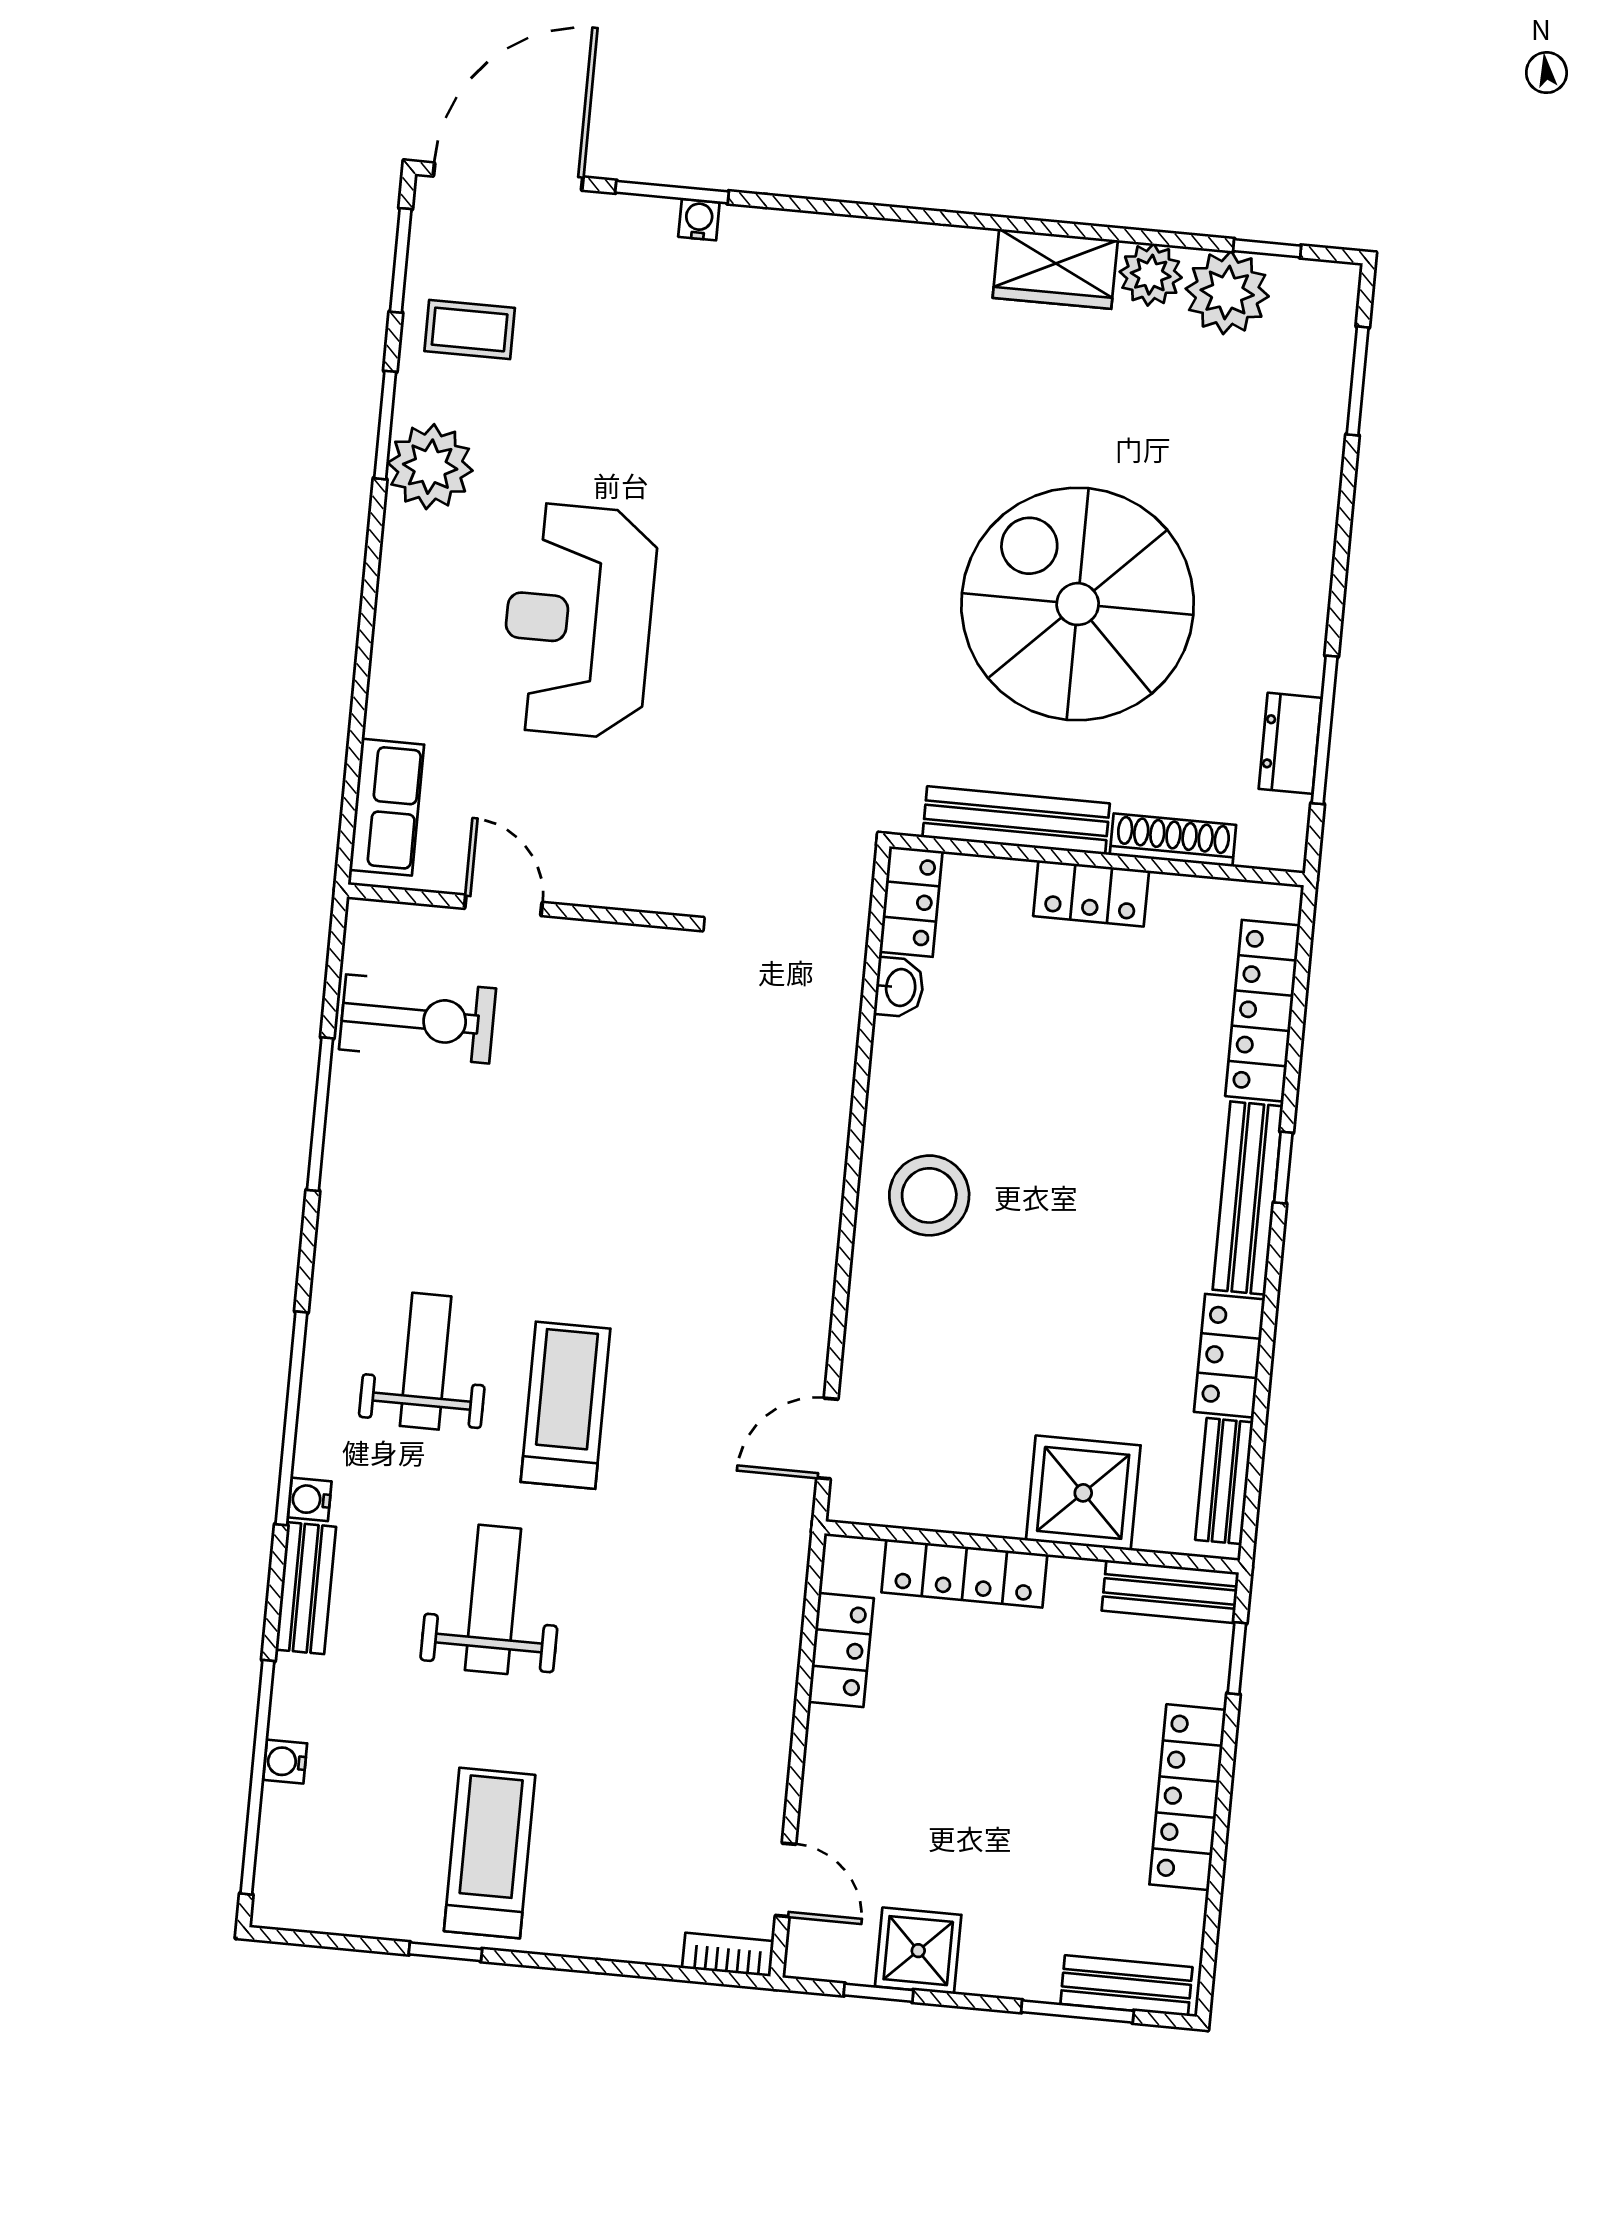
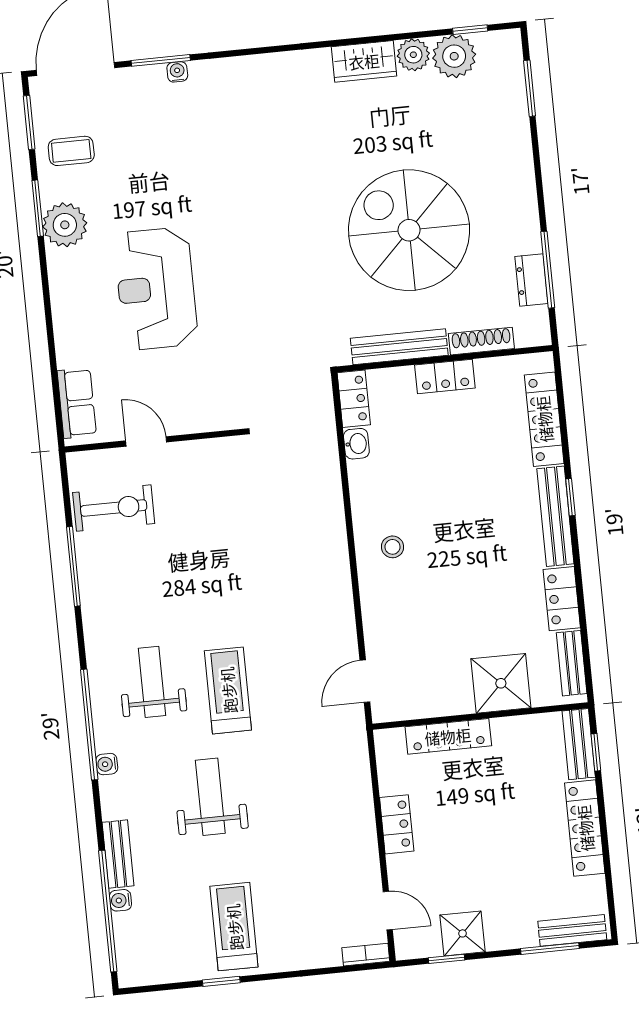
stool: (929, 1195) -> (393, 547), width x0.53, depth x0.53
bench: (306, 1588) -> (118, 854), moved
bench: (1170, 1592) -> (579, 744), moved, turned 90
locker: (841, 1650) -> (397, 824), moved

